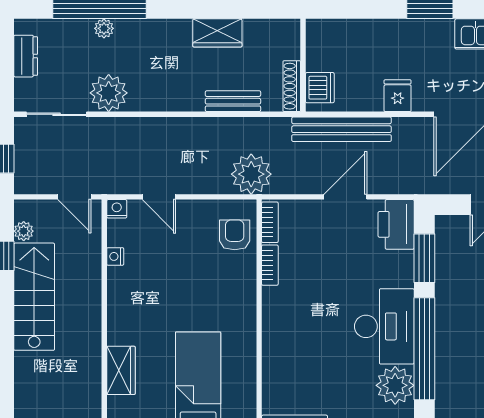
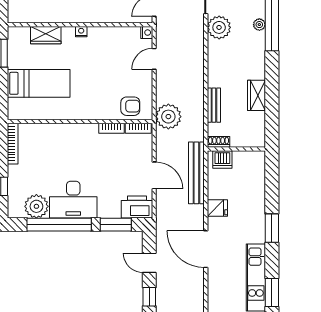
shoe rack: (292, 86) -> (219, 142), width x0.70
nightstand: (115, 256) -> (81, 32), moved

